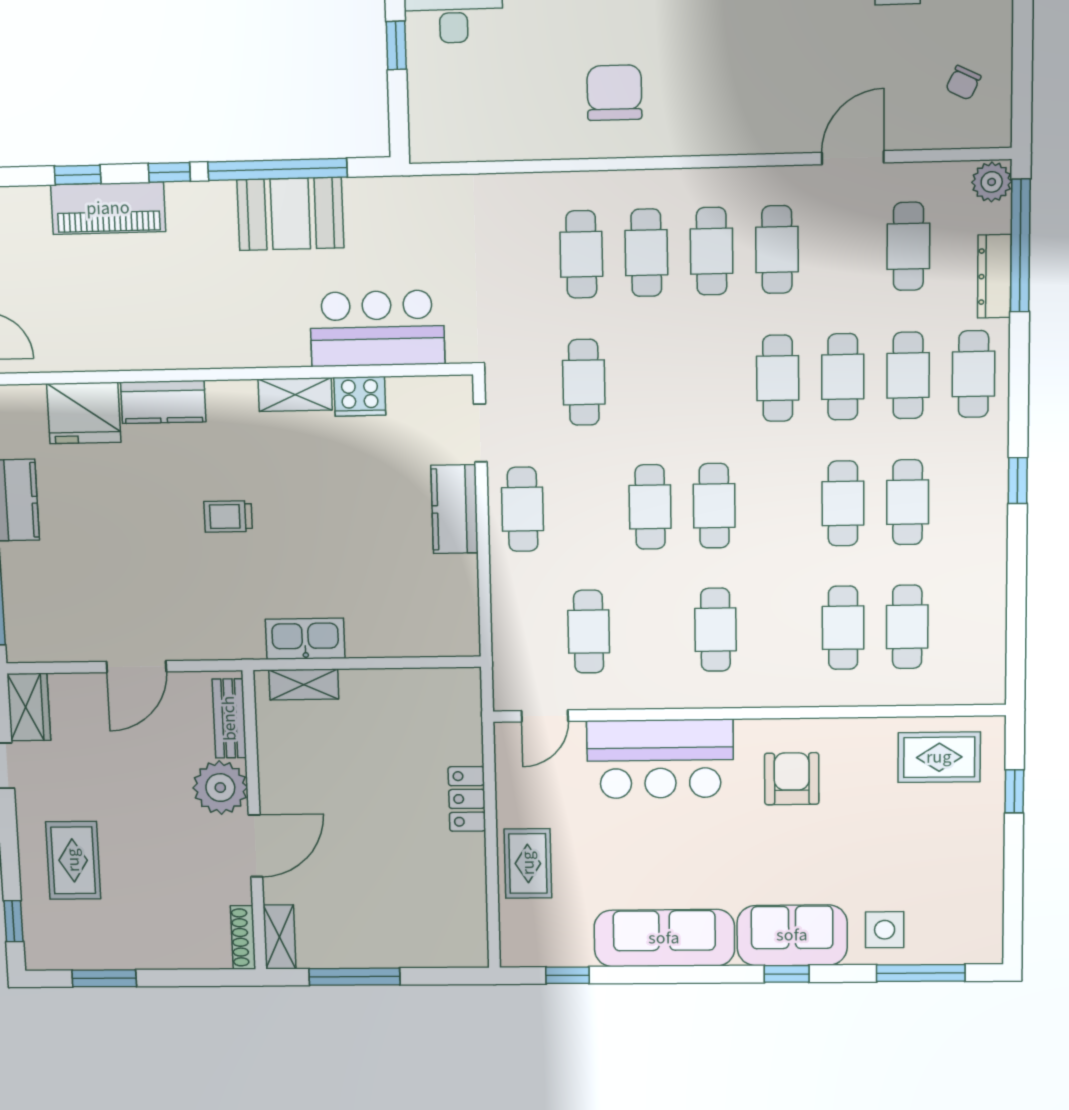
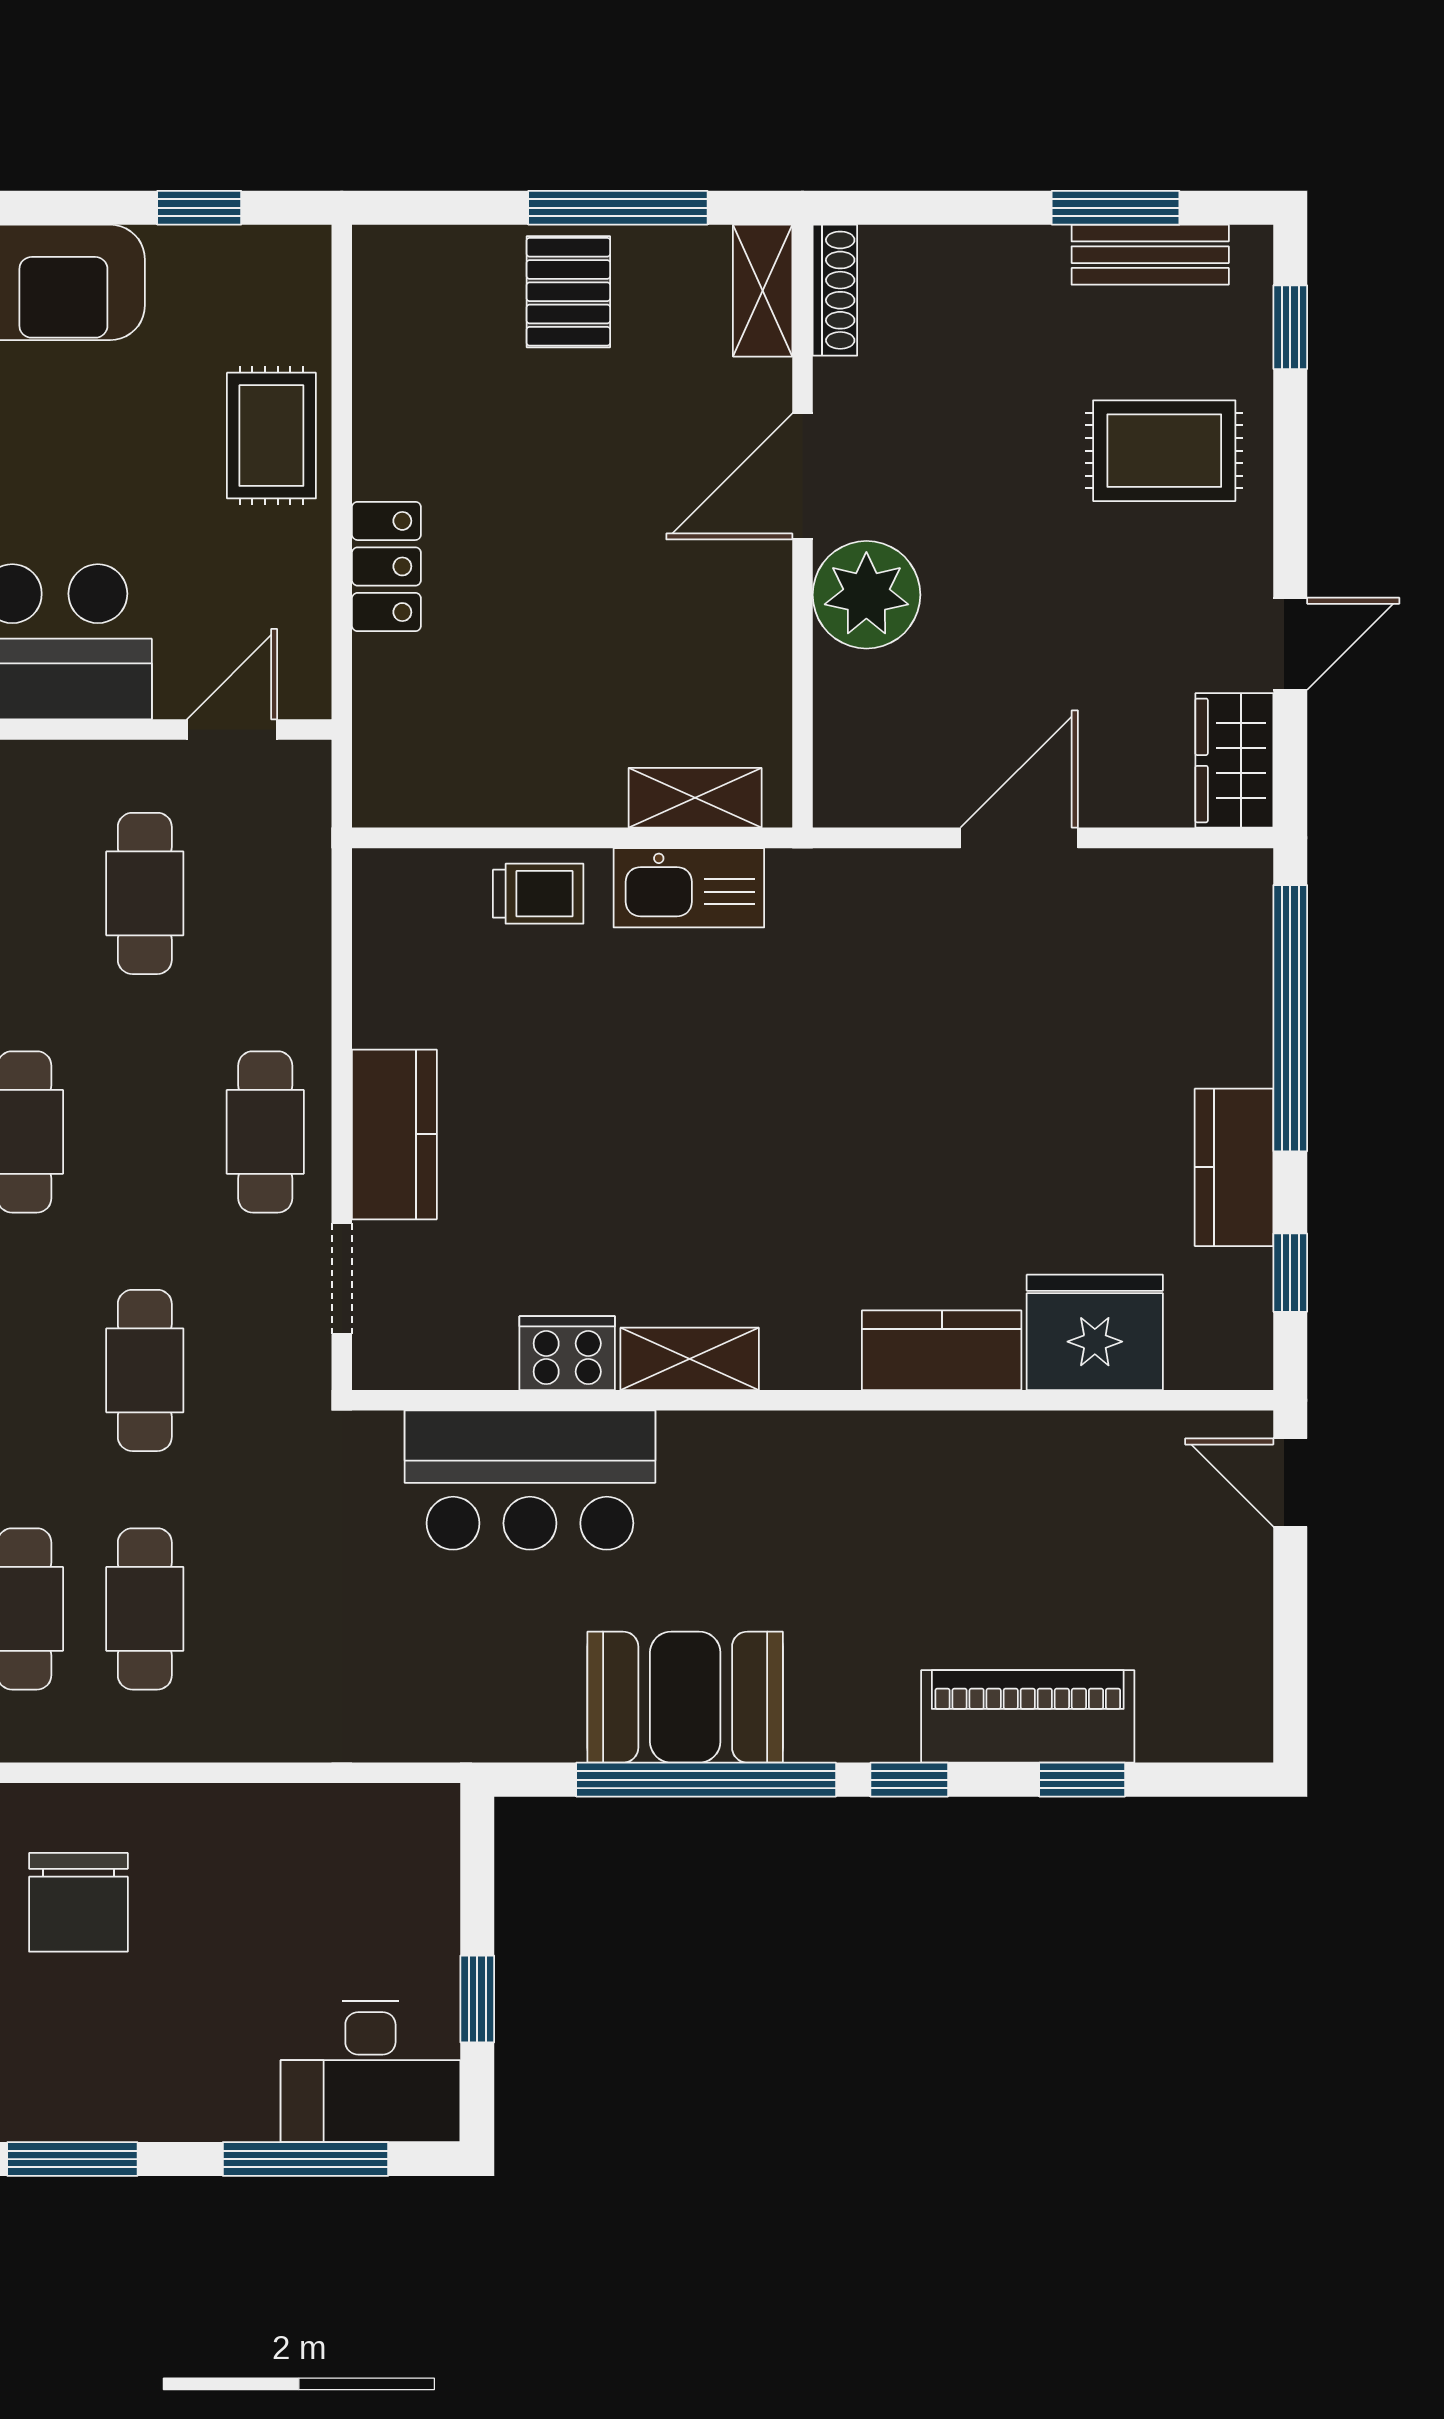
trolley: (228, 516) -> (538, 894), moved
bench: (229, 718) -> (1150, 255), moved, turned 90
rug: (73, 860) -> (1164, 451), turned 90
pallet: (378, 936) -> (568, 292), added

